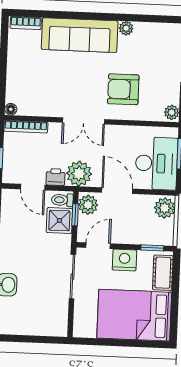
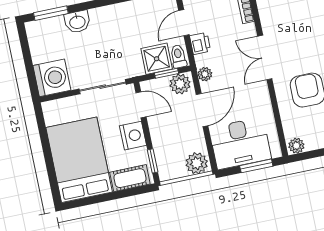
plant: (79, 174) -> (205, 74), width x0.53, depth x0.53
washing machine: (53, 321) -> (52, 78), added

